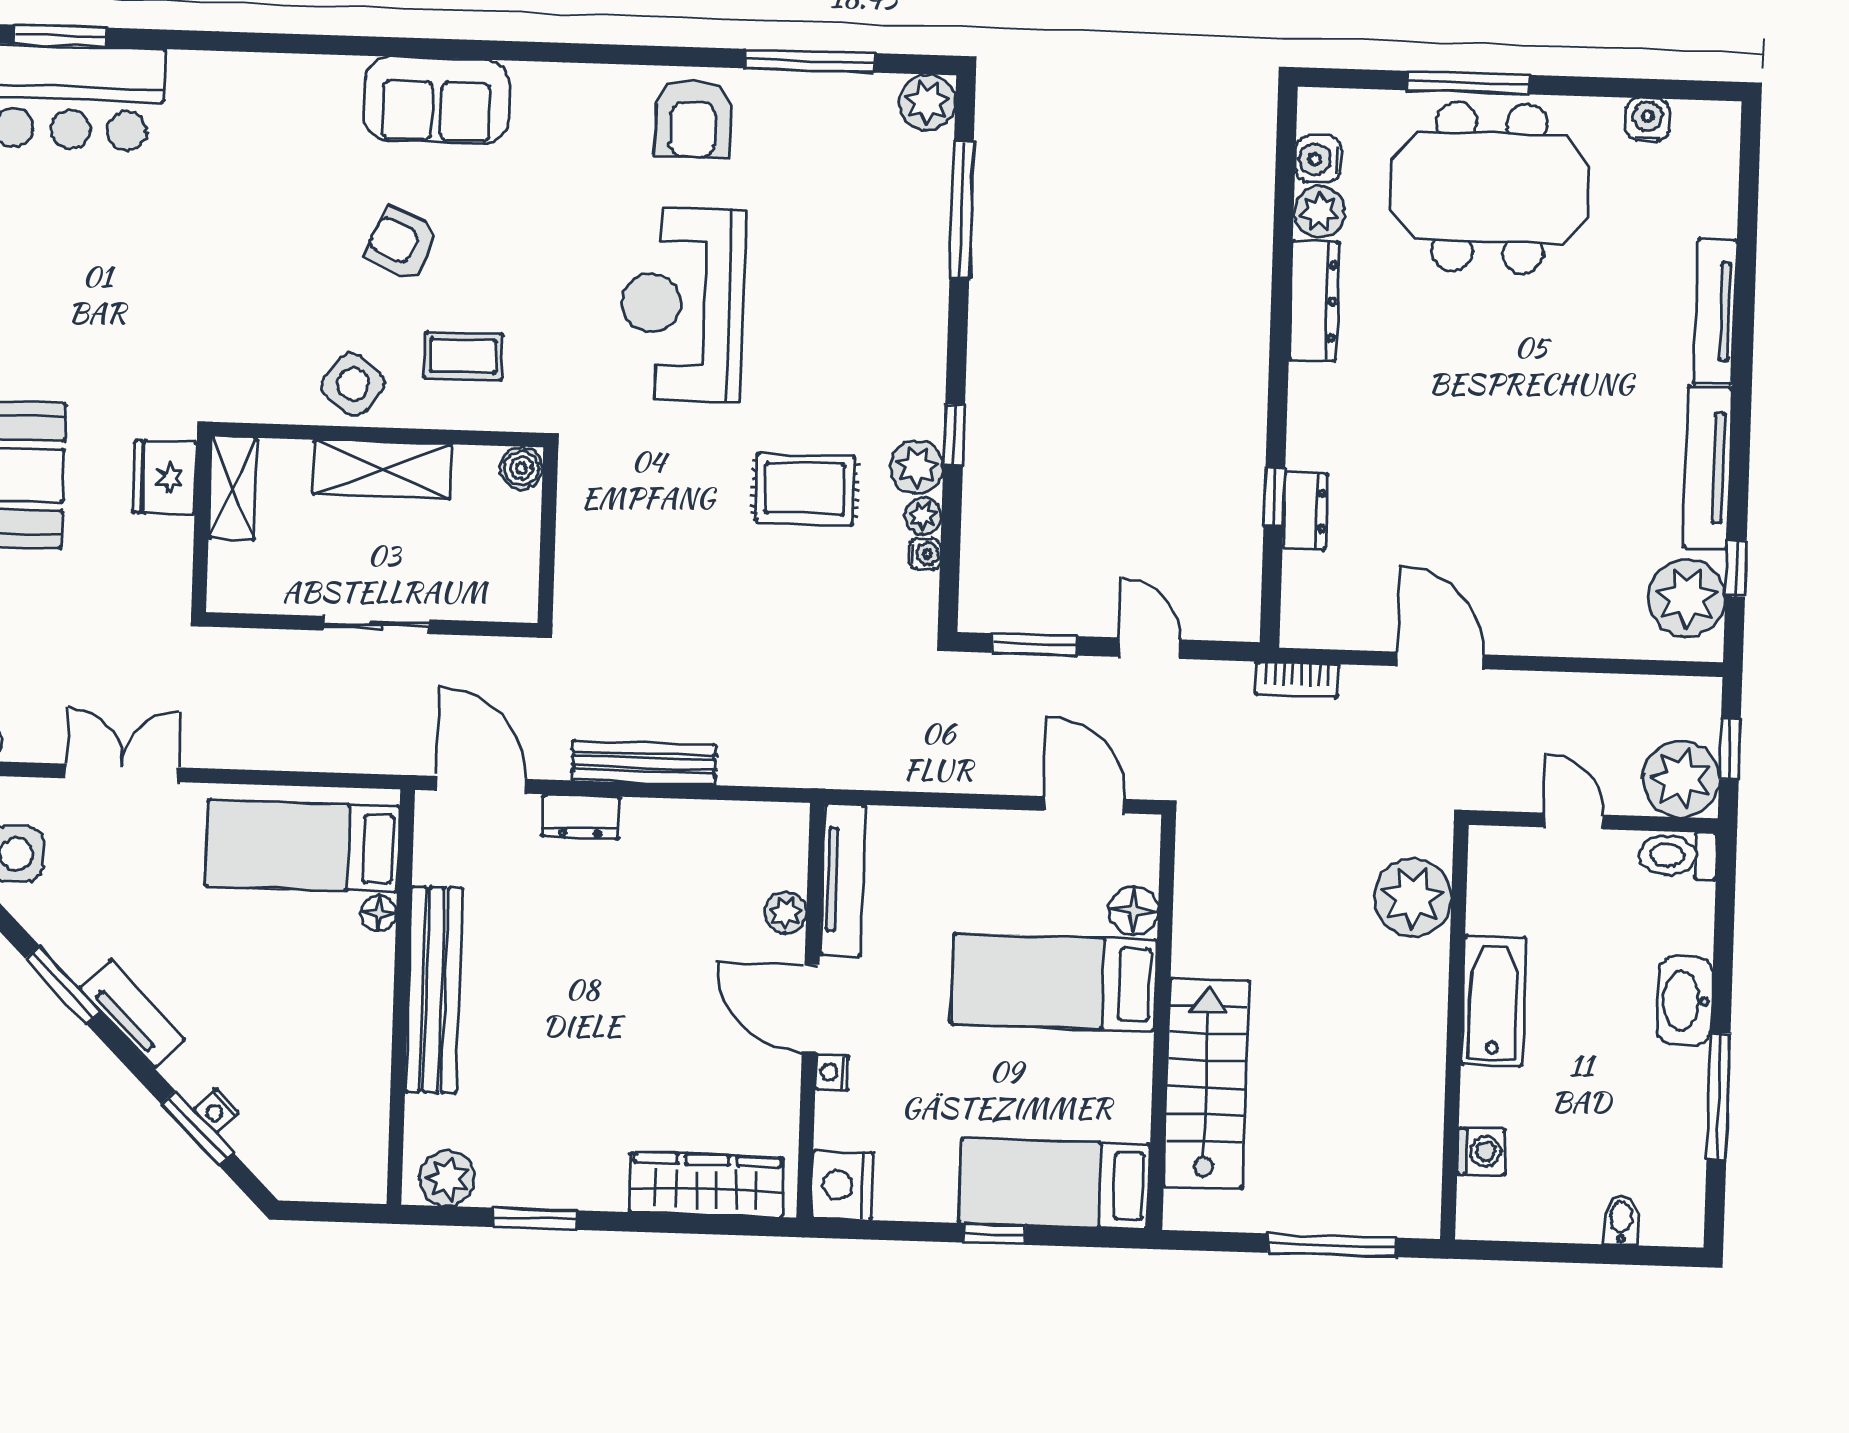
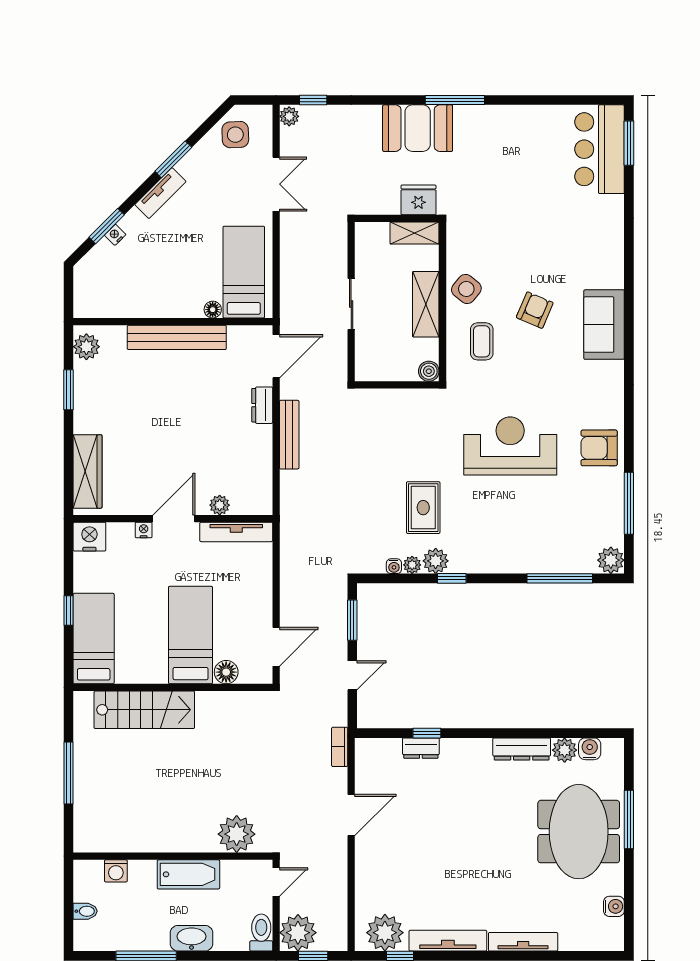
plant: (1413, 898) -> (237, 834), moved
bathtub: (1493, 1001) -> (188, 874), moved
wall: (1454, 1032) -> (173, 856), moved
washing machine: (1481, 1152) -> (116, 871), moved

